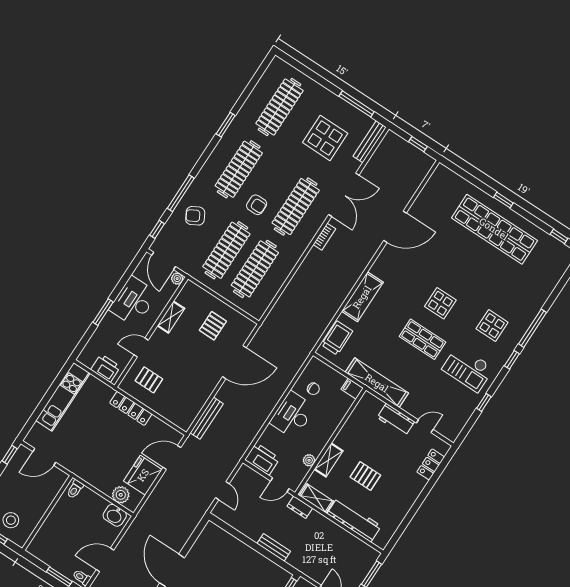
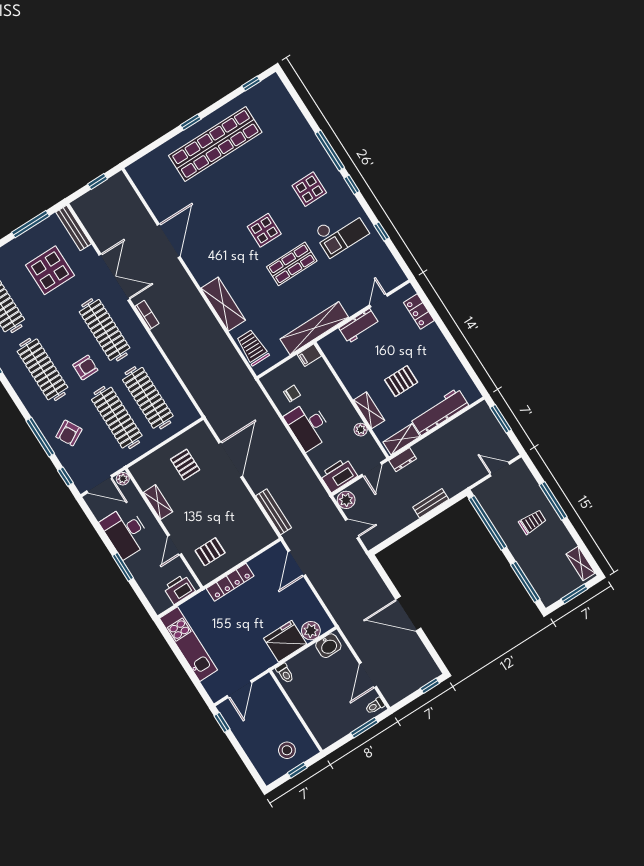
fridge: (143, 475) -> (285, 641), moved, turned 90
plant: (244, 475) -> (346, 500), added

